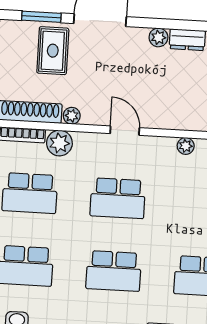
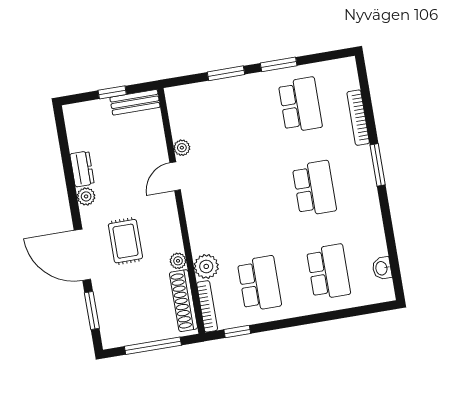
rug: (53, 51) -> (125, 241), moved, turned 90
door: (125, 131) -> (175, 176), moved
school desk: (118, 198) -> (245, 200), removed

